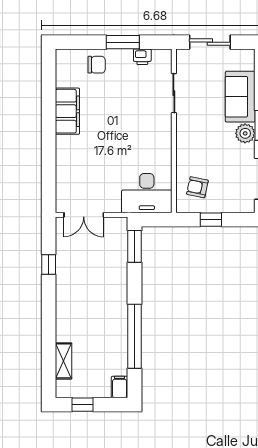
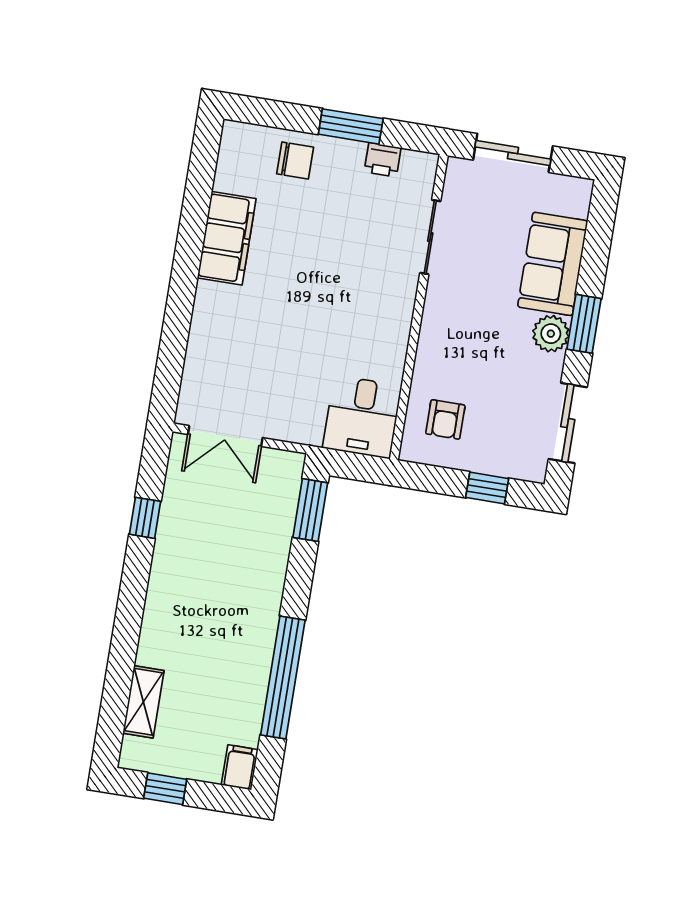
armchair: (197, 187) -> (445, 419), turned -102
desk: (147, 193) -> (362, 417), width x0.73
window: (211, 220) -> (487, 488), moved

